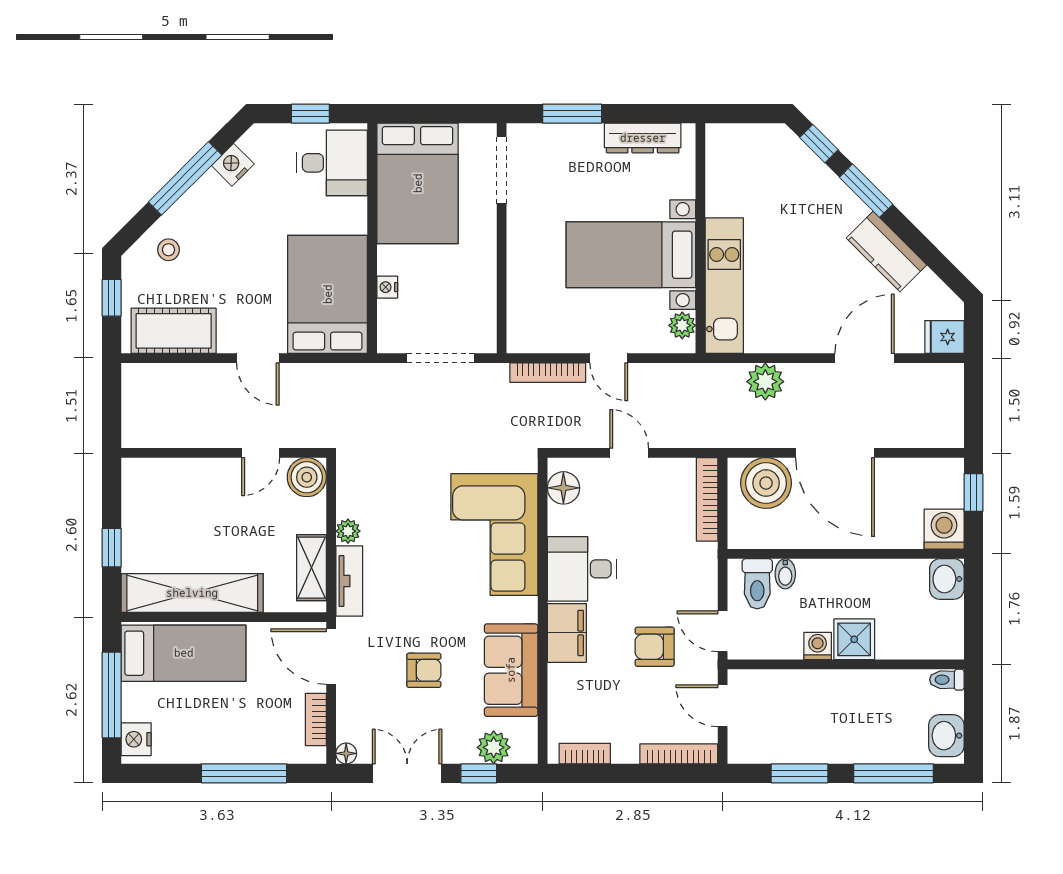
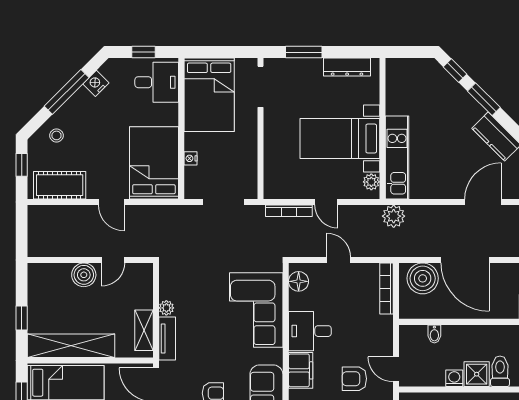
plant: (765, 382) -> (394, 216), moved
boiler: (307, 477) -> (84, 275), moved
toilet: (757, 584) -> (500, 371), moved, turned 180

